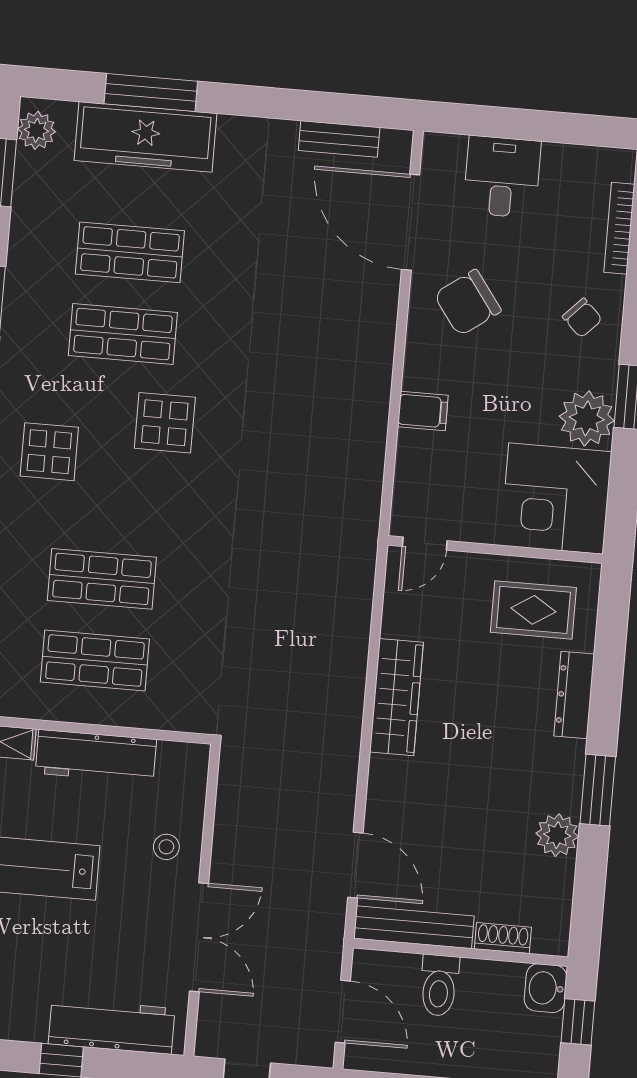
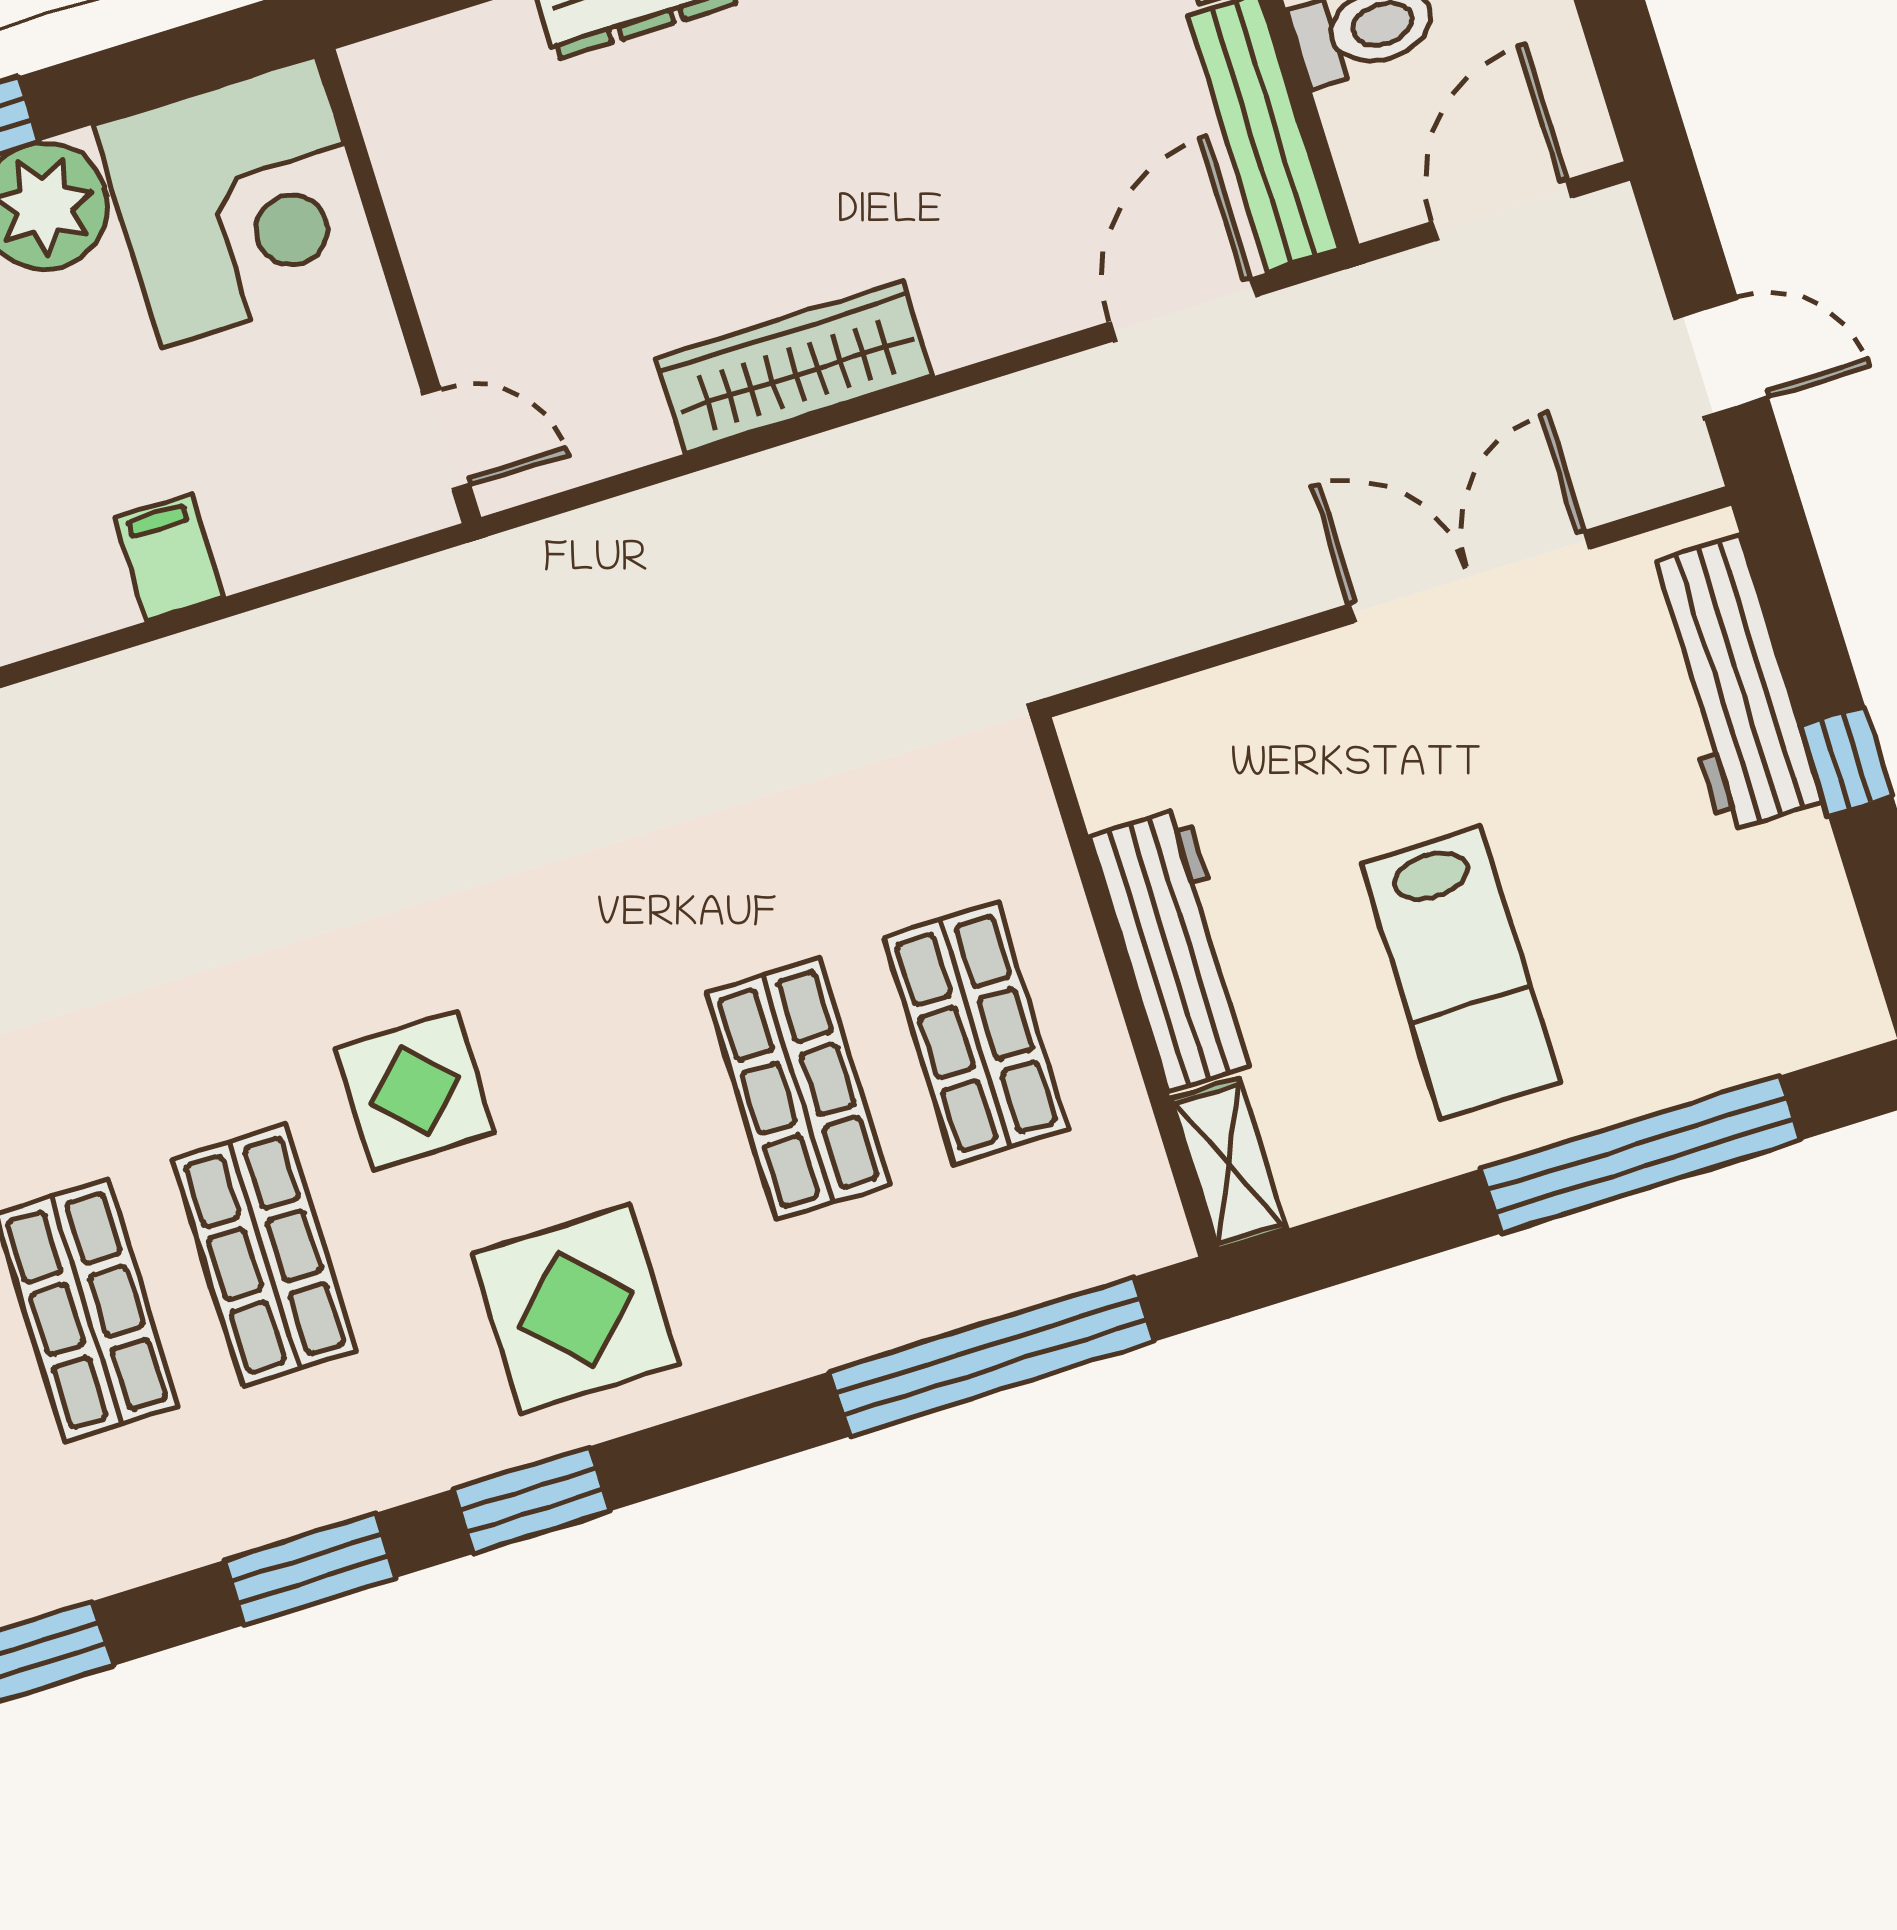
display table: (49, 452) -> (576, 1309), width x1.36, depth x1.36
rug: (533, 610) -> (493, 154), removed
stool: (166, 847) -> (1307, 723), removed

